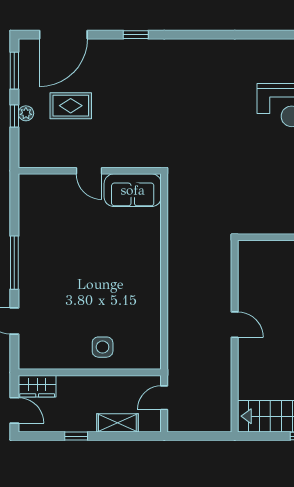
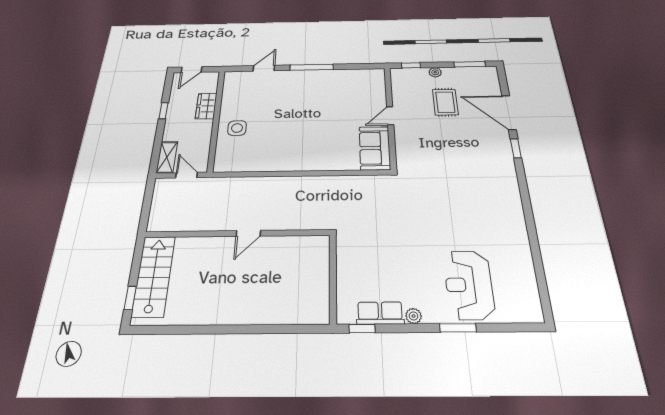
door: (63, 35) -> (509, 112), moved
window: (14, 116) -> (411, 65), moved
wardrobe: (37, 386) -> (206, 106), moved
shelving: (117, 423) -> (167, 157), moved

